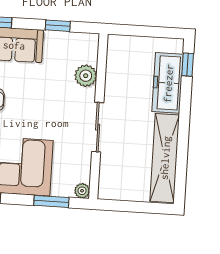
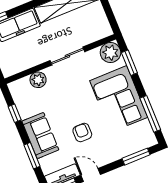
plant: (82, 191) -> (110, 53), width x1.88, depth x1.88

